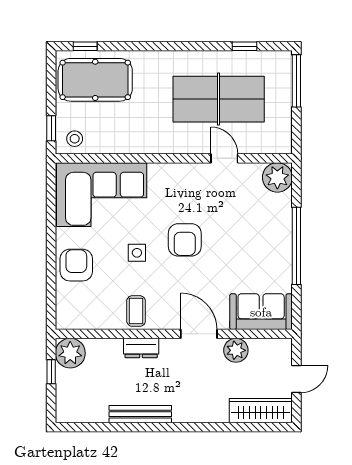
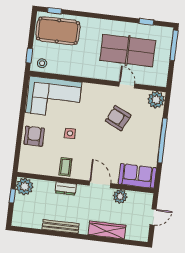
armchair: (185, 240) -> (118, 118), moved, turned 115
wardrobe: (261, 411) -> (107, 230), moved

